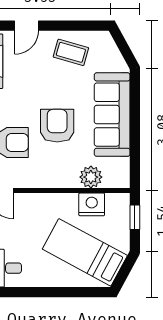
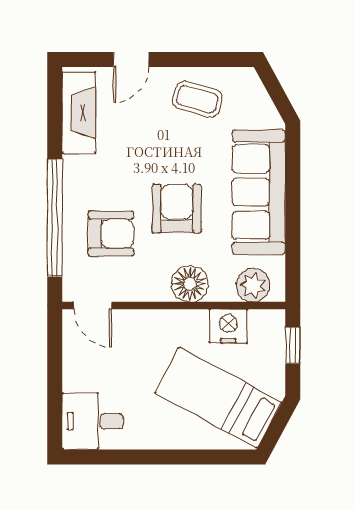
floor lamp: (66, 176) -> (190, 284), added
plant: (91, 177) -> (253, 285), moved

